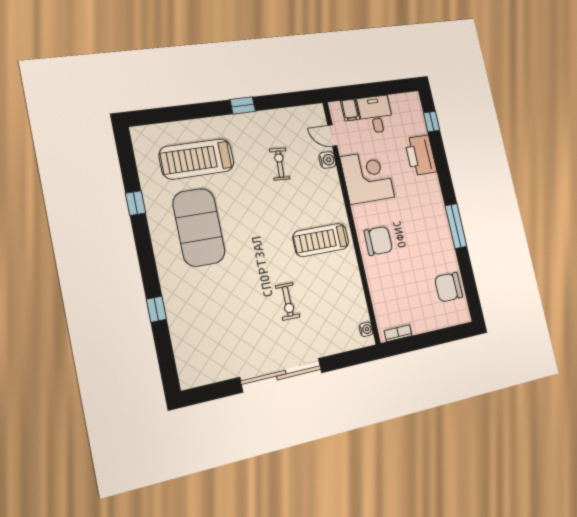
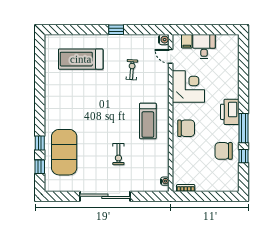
window: (432, 121) -> (244, 156), moved
printer: (421, 155) -> (230, 112), moved
water cooler: (327, 160) -> (164, 40), moved
window: (136, 203) -> (40, 167), moved
exercise mat: (199, 227) -> (64, 152), moved
treadmill: (321, 240) -> (148, 121), turned -90
chair: (449, 287) -> (224, 151), moved

